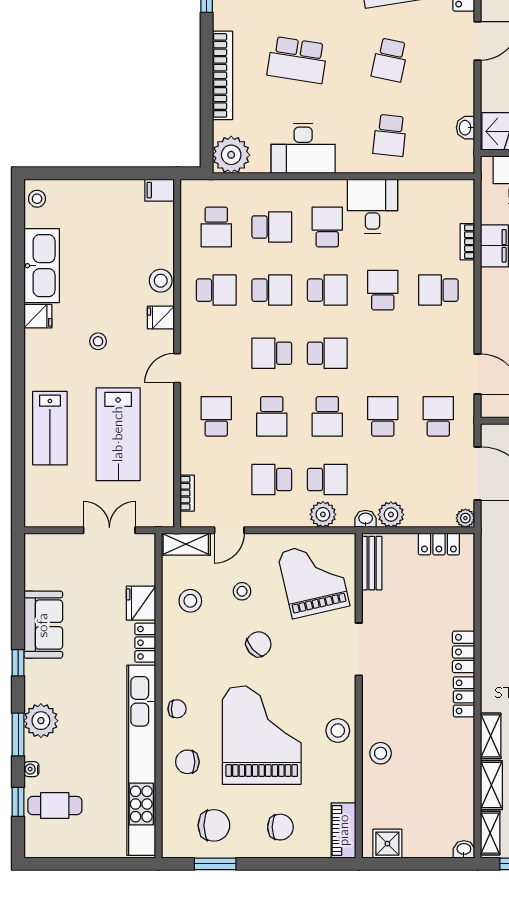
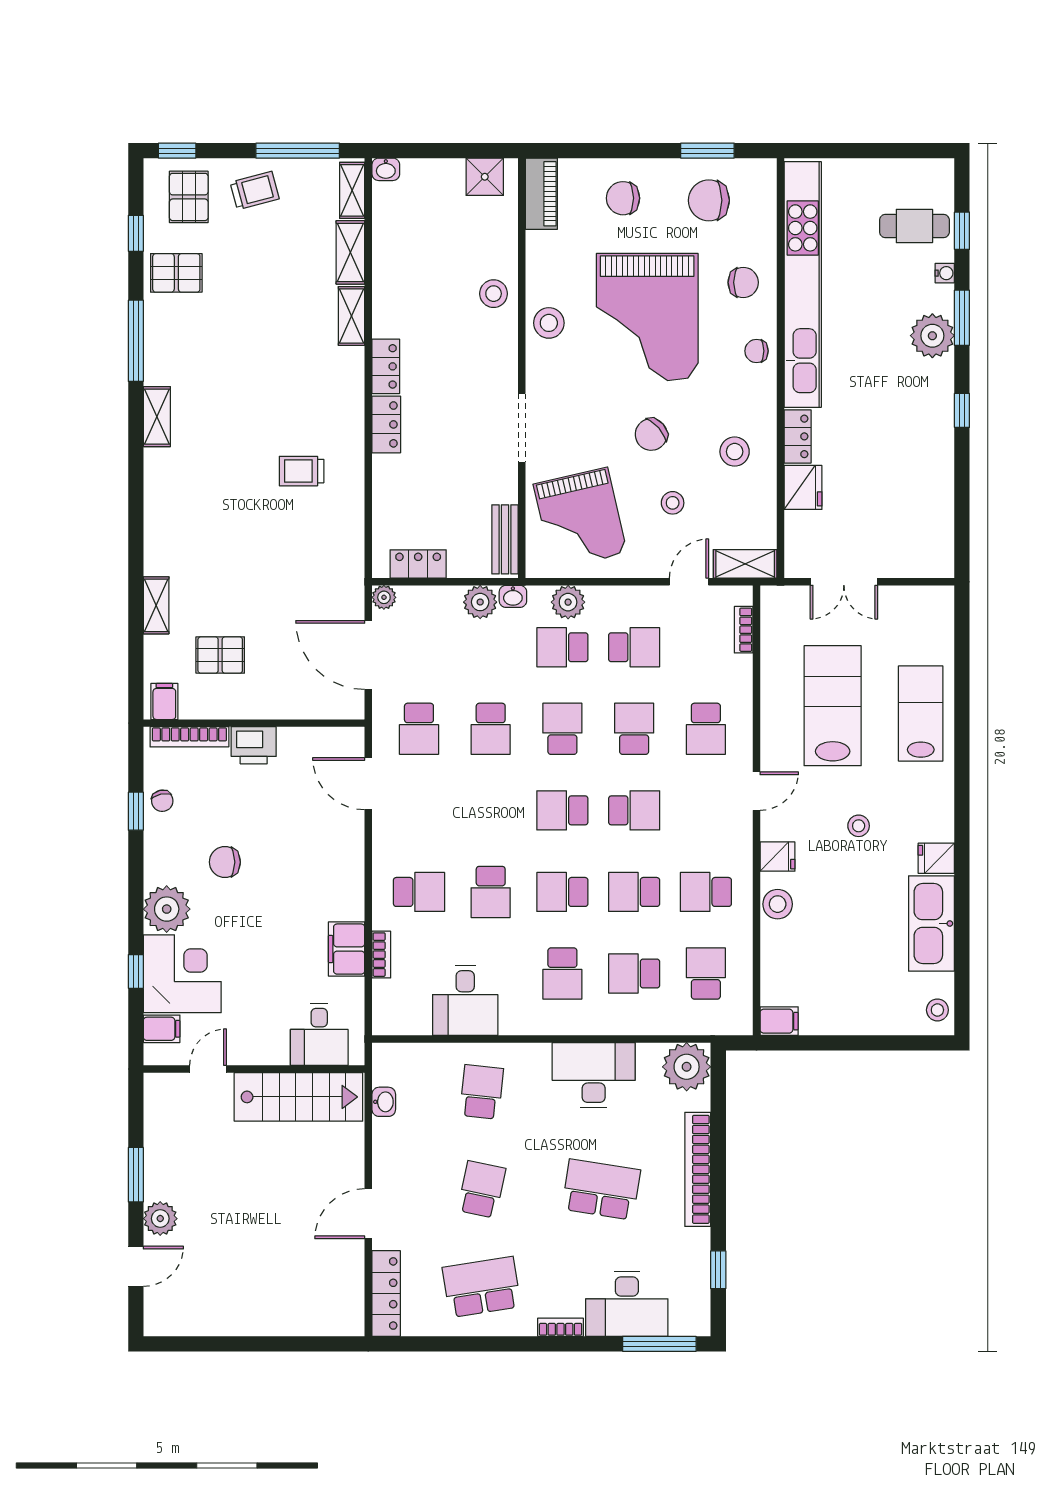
desk: (373, 206) -> (465, 1000), moved
stool: (190, 601) -> (735, 452), moved
sofa: (43, 625) -> (929, 460), removed

